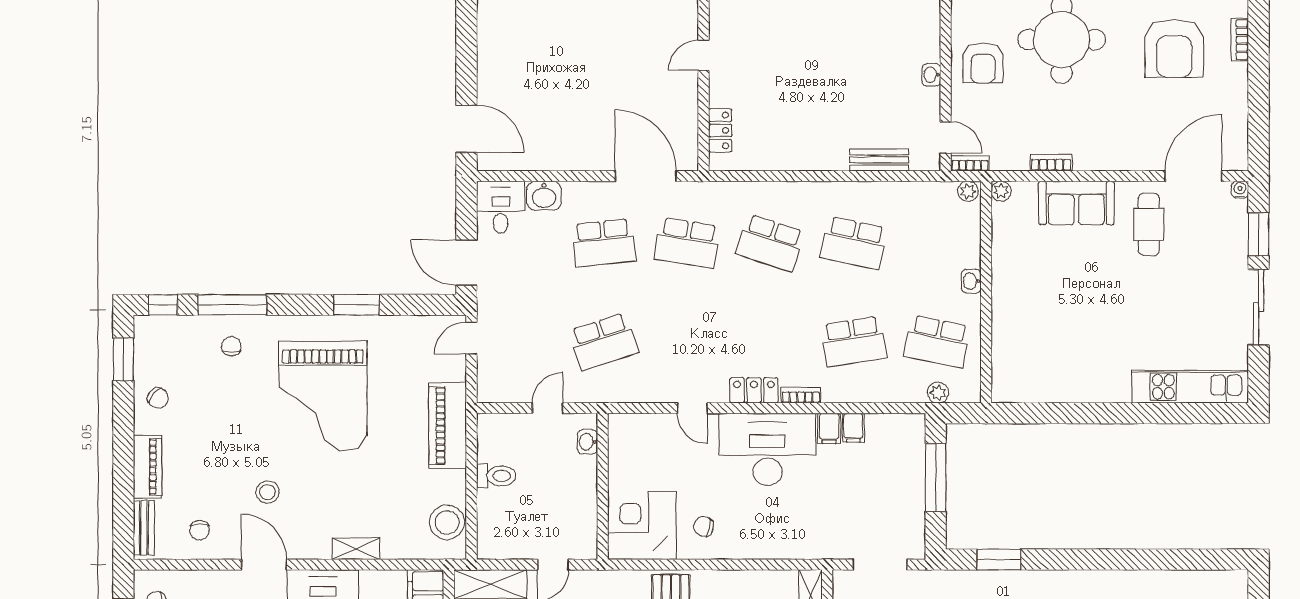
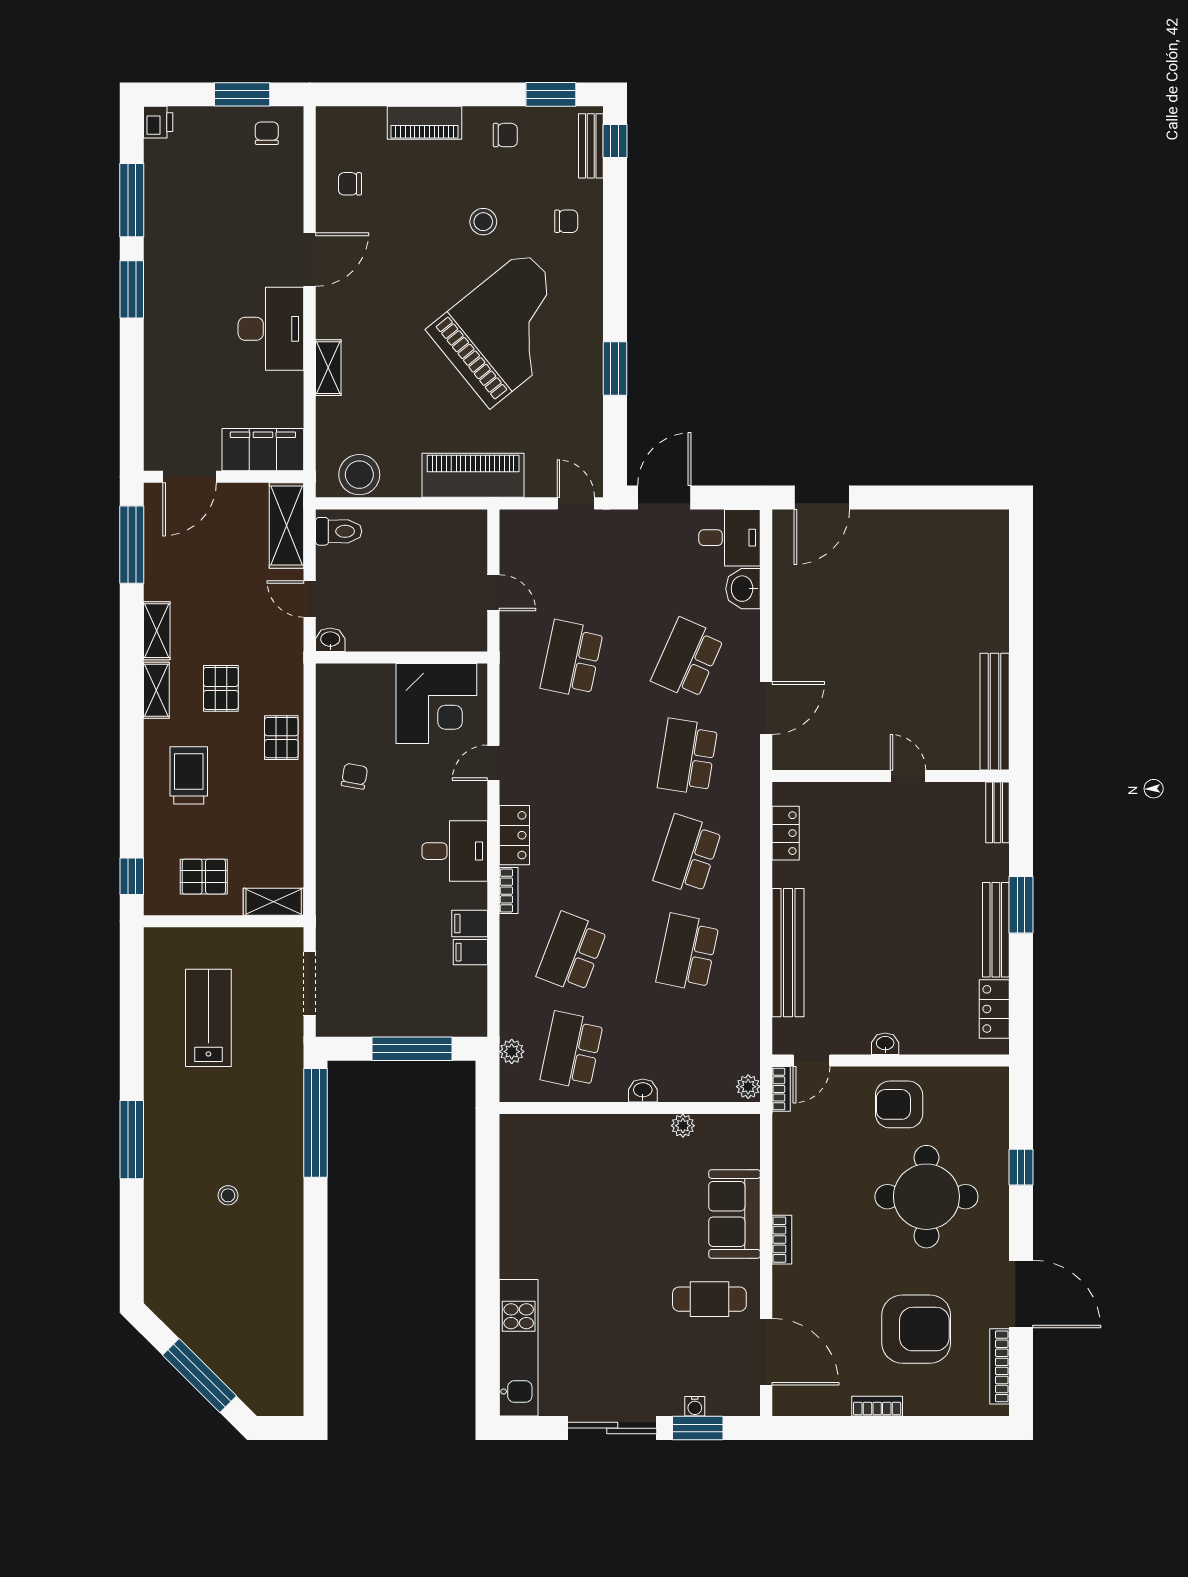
bookcase: (1240, 40) -> (877, 1406), moved
armchair: (1174, 48) -> (916, 1329), turned 180
locker: (720, 130) -> (786, 833), moved, turned -90
bench: (879, 160) -> (788, 953), width x1.86, depth x1.21
bookcase: (1051, 163) -> (782, 1240), moved
door: (646, 176) -> (766, 708), width x0.73
water cooler: (1240, 190) -> (695, 1406), moved, turned 90
plant: (1001, 191) -> (683, 1126), moved
school desk: (604, 243) -> (688, 659), turned 30
window: (232, 305) -> (615, 222), removed
school desk: (604, 341) -> (572, 659), turned 30
school desk: (854, 341) -> (572, 953), turned 30
grand piano: (323, 396) -> (508, 329), turned 141
chair: (158, 398) -> (505, 135), turned -129
washbasin: (588, 442) -> (330, 640), moved
desk: (767, 449) -> (455, 851), width x0.53, depth x0.77
toilet: (496, 476) -> (339, 531), moved, turned -90
stool: (268, 492) -> (483, 222), moved
corner desk: (642, 525) -> (436, 704), moved, turned 90
bench: (144, 528) -> (591, 146), moved, turned 90
window: (999, 560) -> (316, 1123), width x2.11

